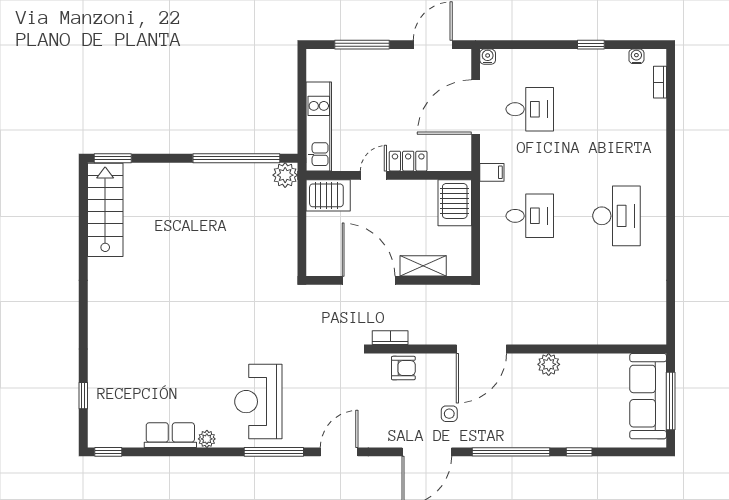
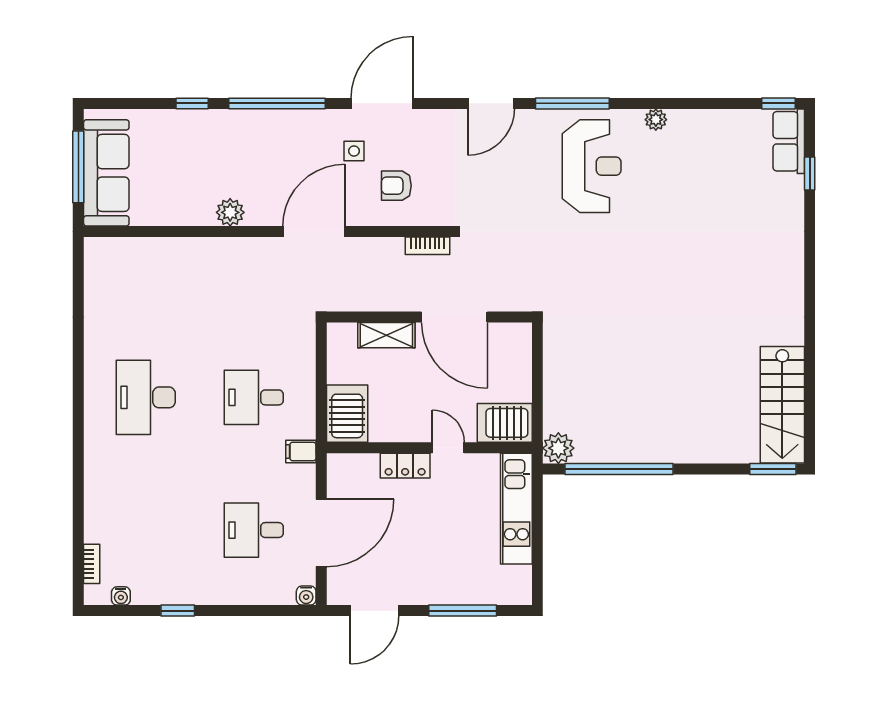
door: (373, 175) -> (448, 448), swing flipped
armchair: (403, 368) -> (396, 186), moved
row of seats: (170, 435) -> (789, 141), moved, turned 90

